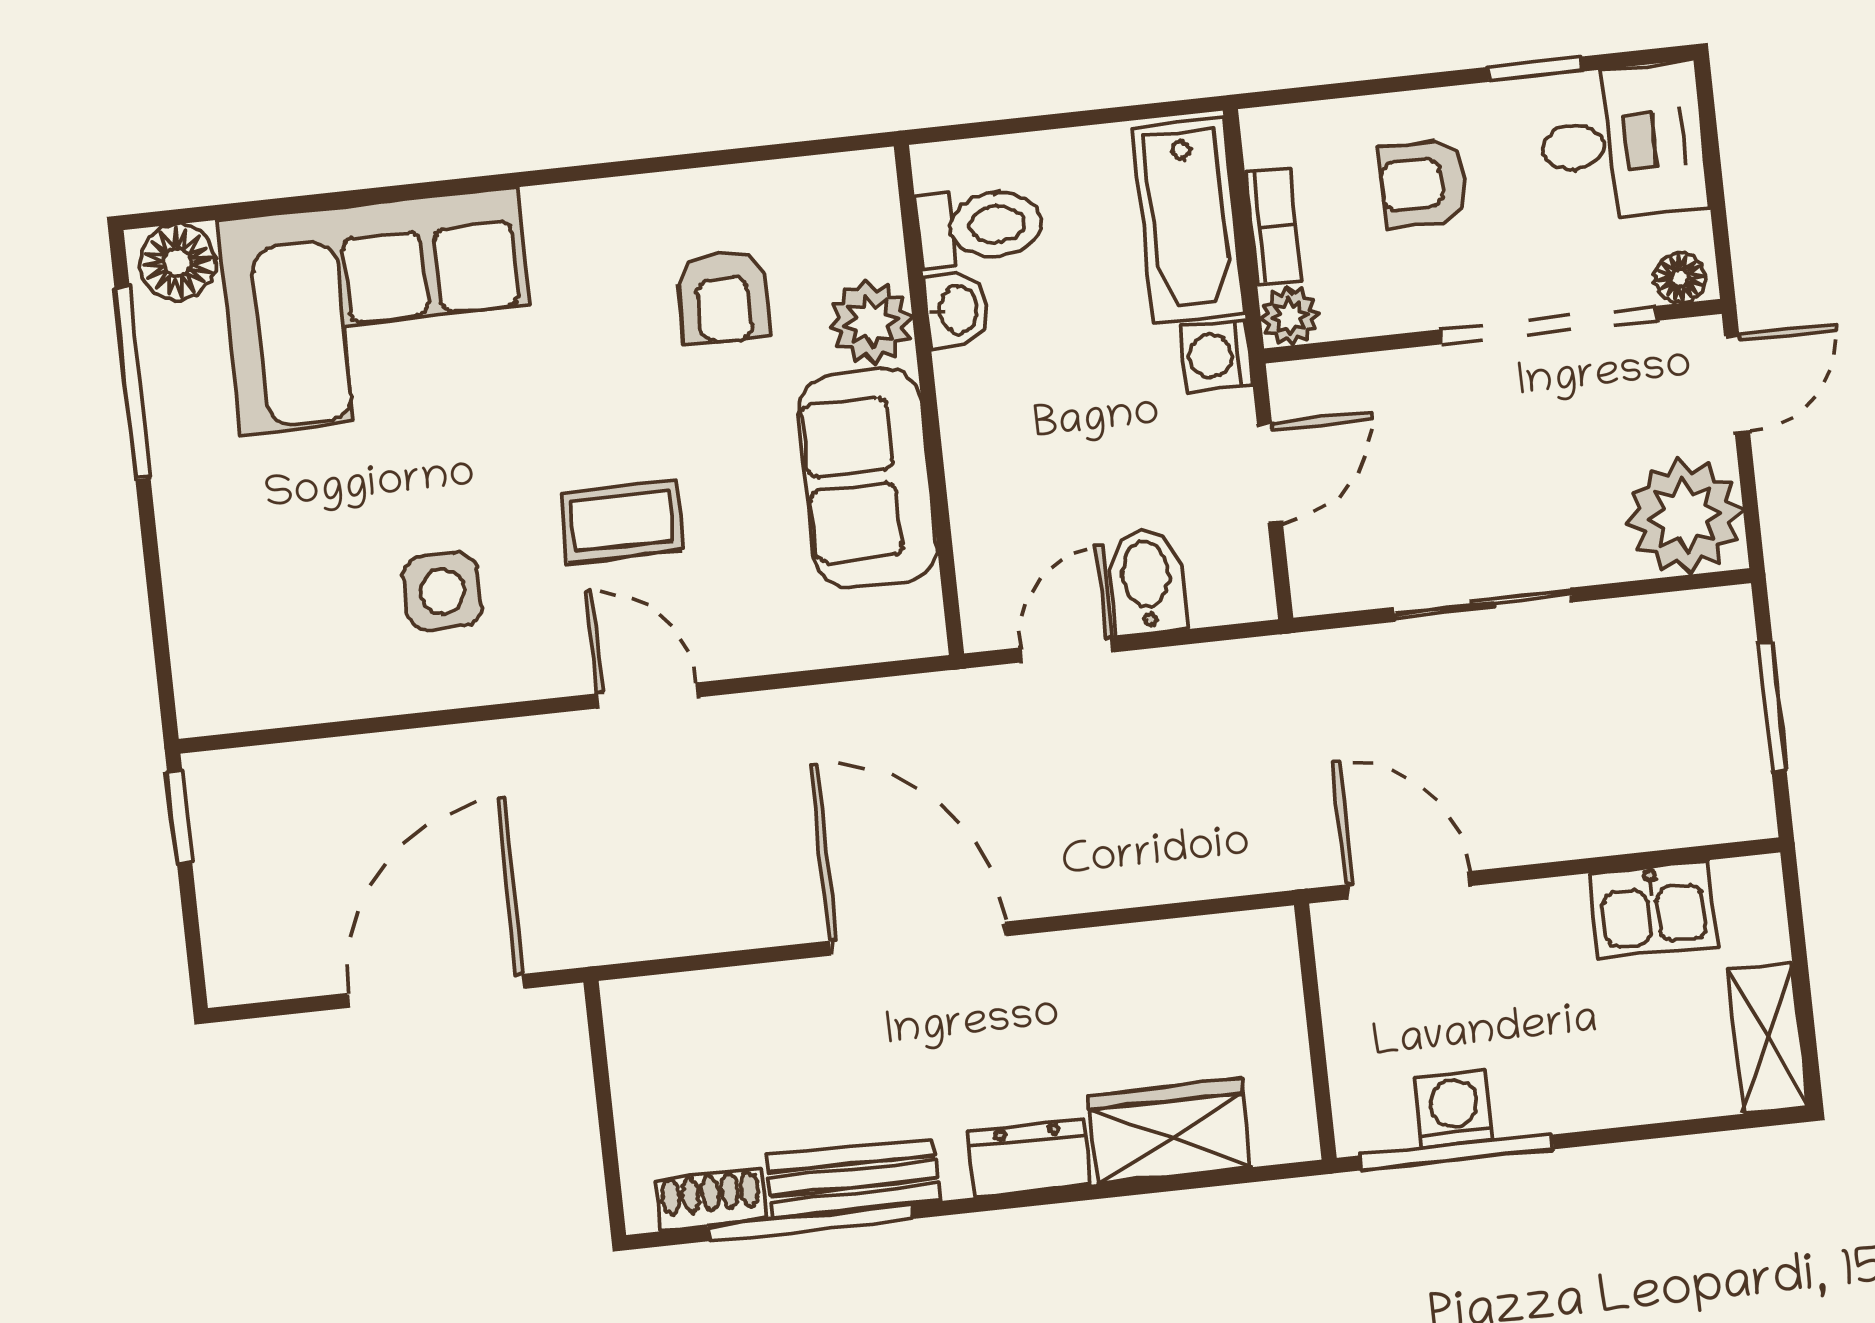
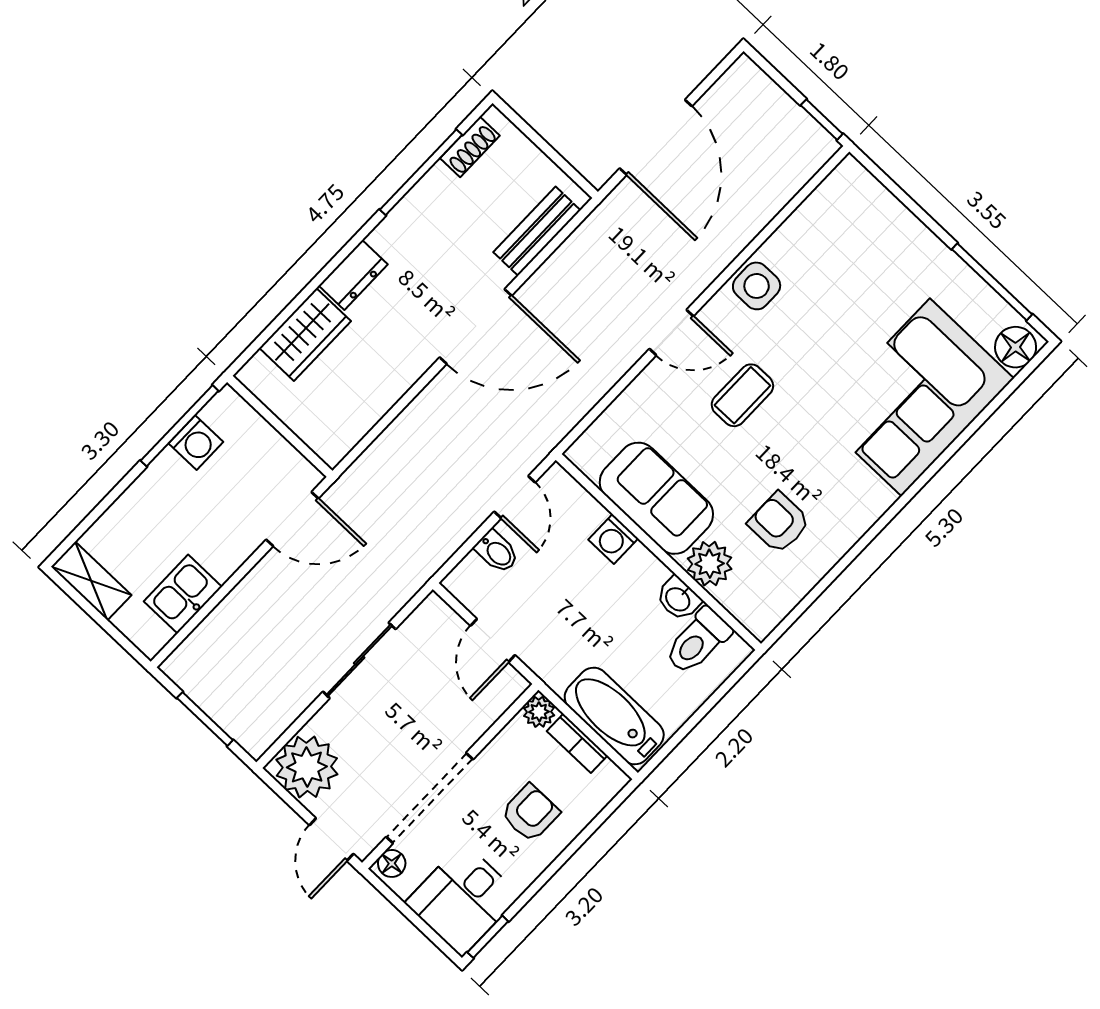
window: (1535, 69) -> (488, 937), moved
washing machine: (1216, 355) -> (613, 539), moved, turned 180
bidet: (1146, 581) -> (497, 552), width x0.72, depth x0.74
side table: (442, 591) -> (757, 286), moved
bench: (853, 1178) -> (537, 231), moved

